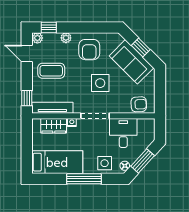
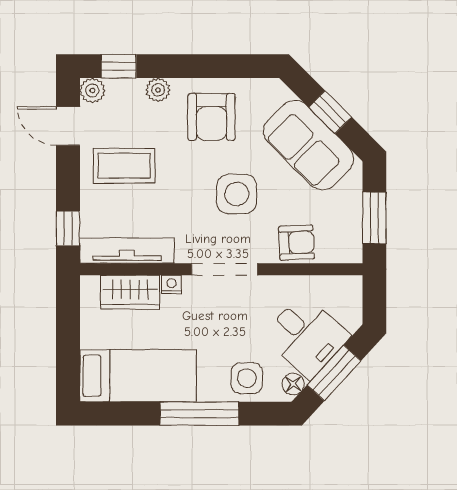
window: (160, 93) -> (374, 218), added
armchair: (139, 104) -> (296, 243), moved
desk: (123, 133) -> (306, 336), moved, turned 132

